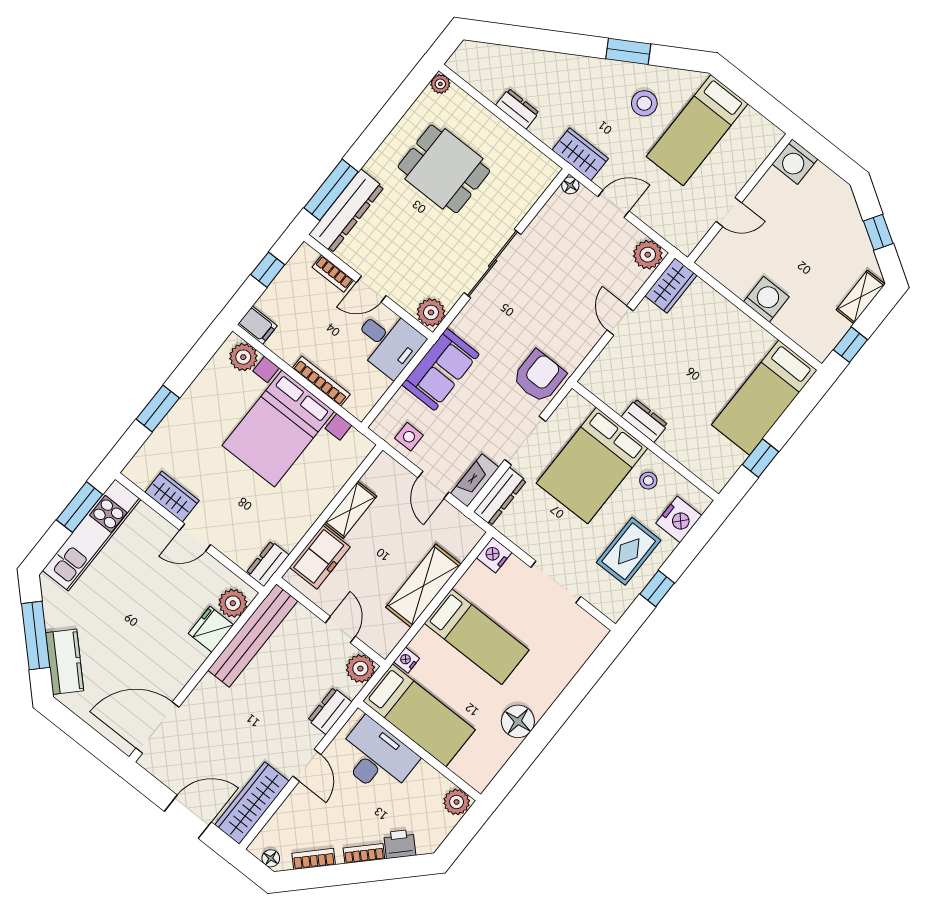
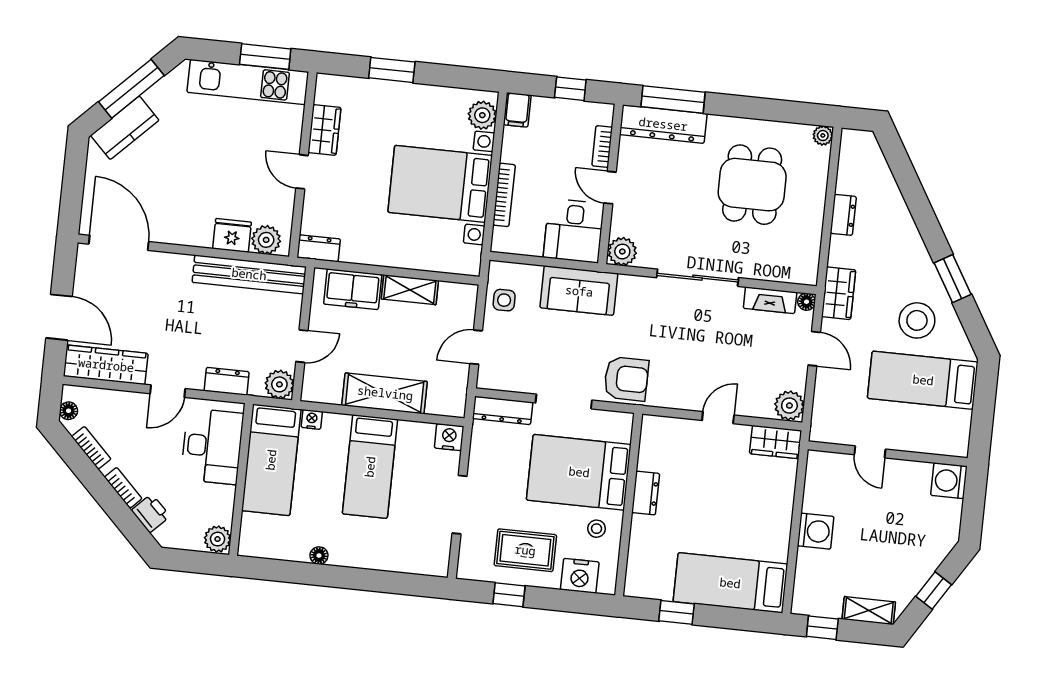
stool: (644, 103) -> (917, 320), width x1.38, depth x1.38
fireplace: (475, 480) -> (770, 300), moved, turned 180
floor lamp: (518, 721) -> (319, 556), width x0.53, depth x0.53

